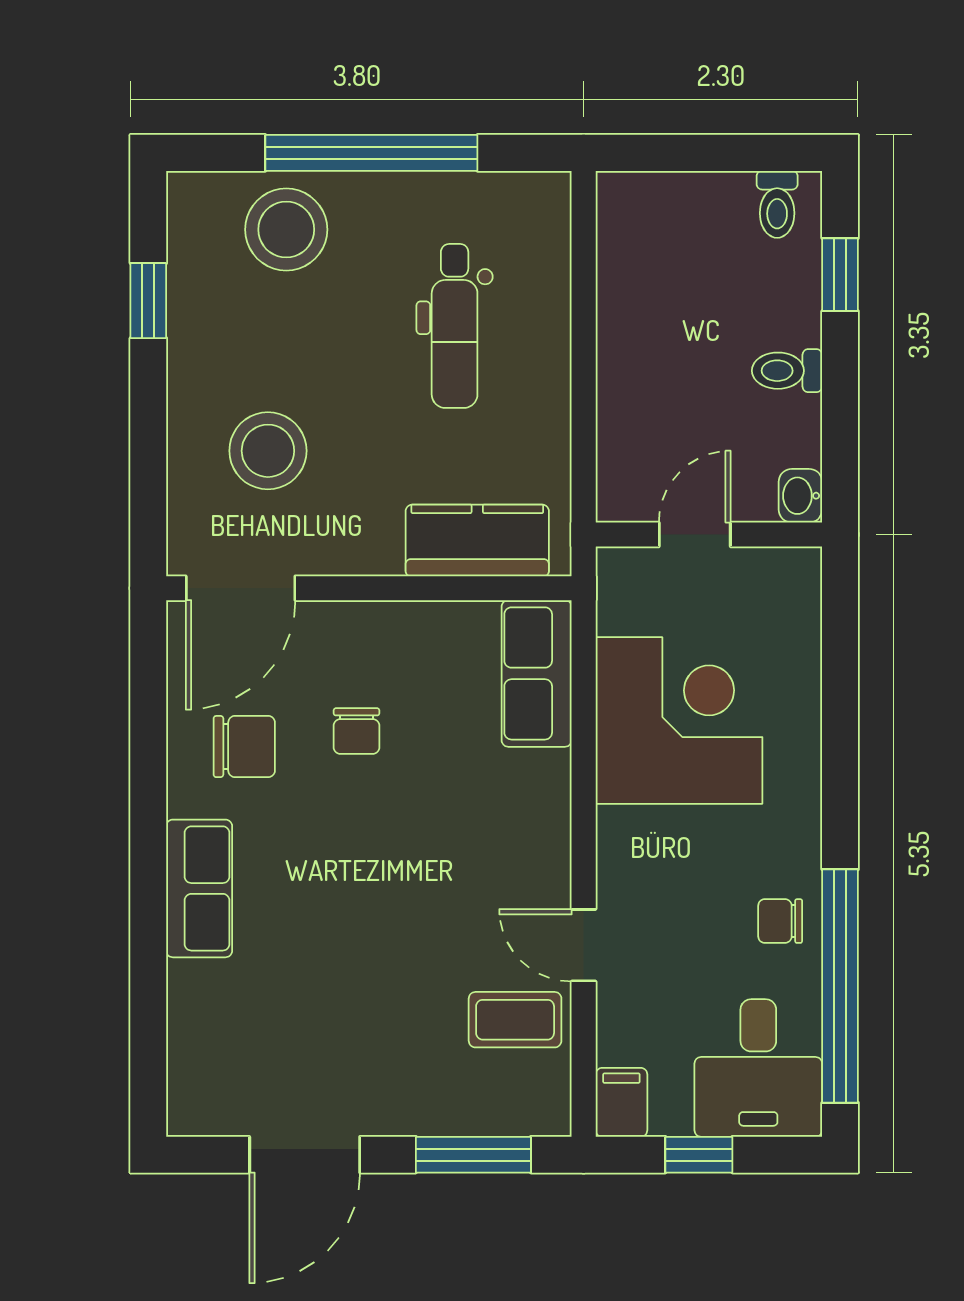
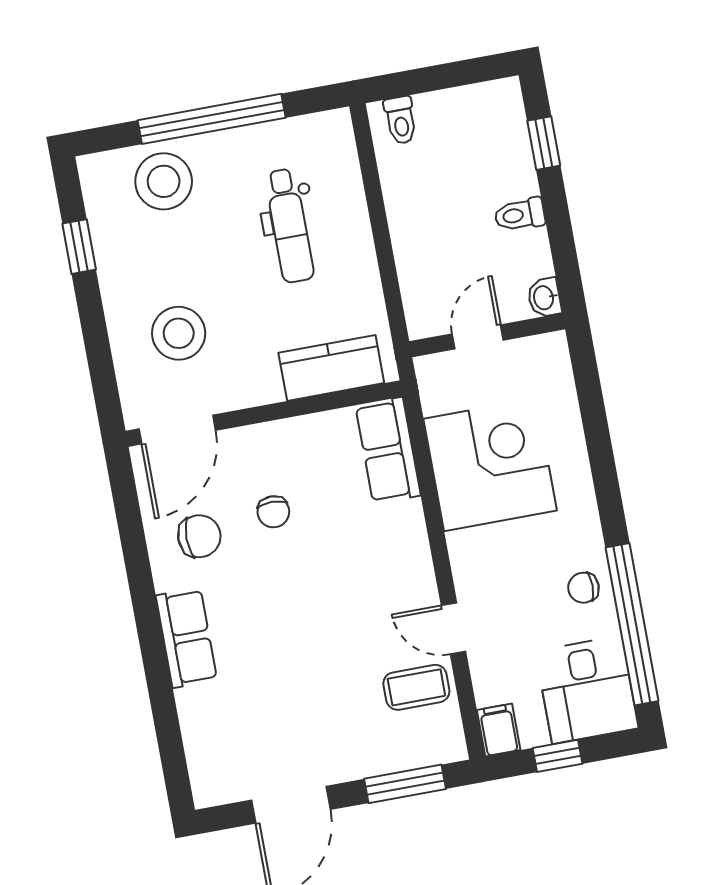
toilet: (777, 204) -> (401, 120), moved

